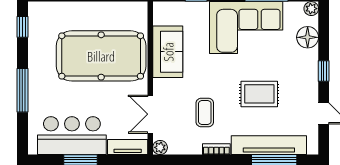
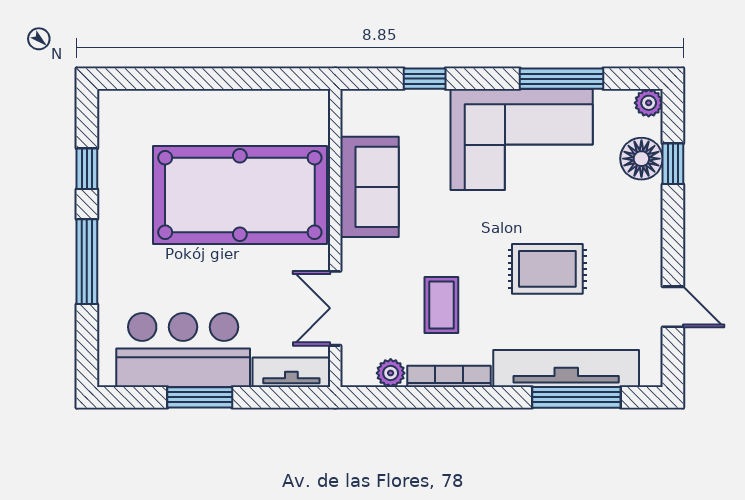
window: (22, 27) -> (87, 169), moved
window: (324, 71) -> (673, 164), moved
plant: (160, 147) -> (391, 373), moved
bookcase: (216, 149) -> (449, 376), width x1.56

